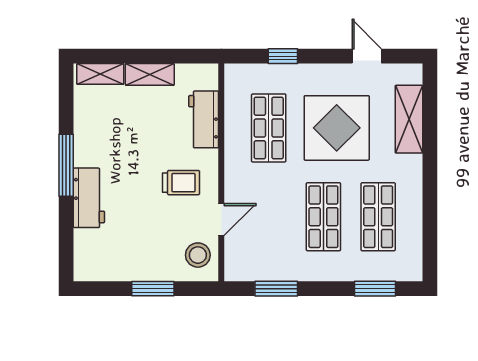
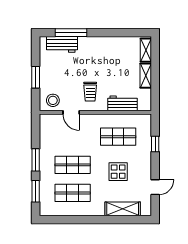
display table: (337, 128) -> (118, 172), width x0.54, depth x0.54
window: (66, 165) -> (71, 33), moved
workbench: (89, 198) -> (62, 44), moved
window: (276, 289) -> (36, 160), moved

